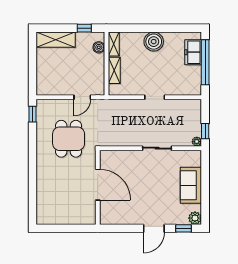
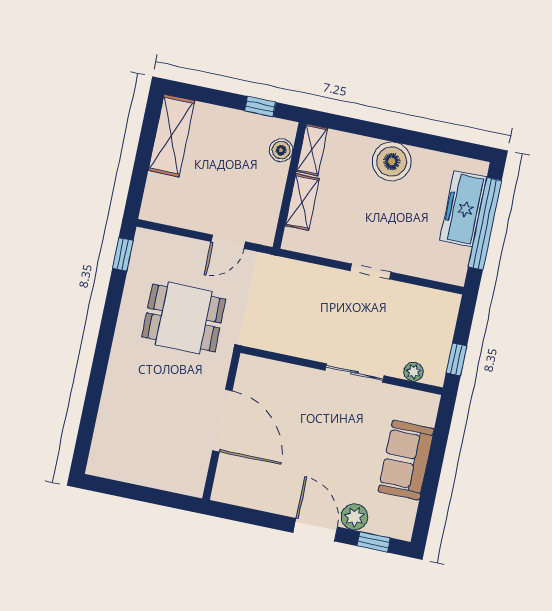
shelving: (56, 40) -> (171, 136), moved, turned 90
freezer: (193, 52) -> (463, 209), width x1.40
dining table: (69, 139) -> (184, 318), turned 90
plant: (197, 142) -> (414, 372), moved
plant: (195, 218) -> (354, 517), moved
door: (154, 228) -> (315, 530), swing flipped

